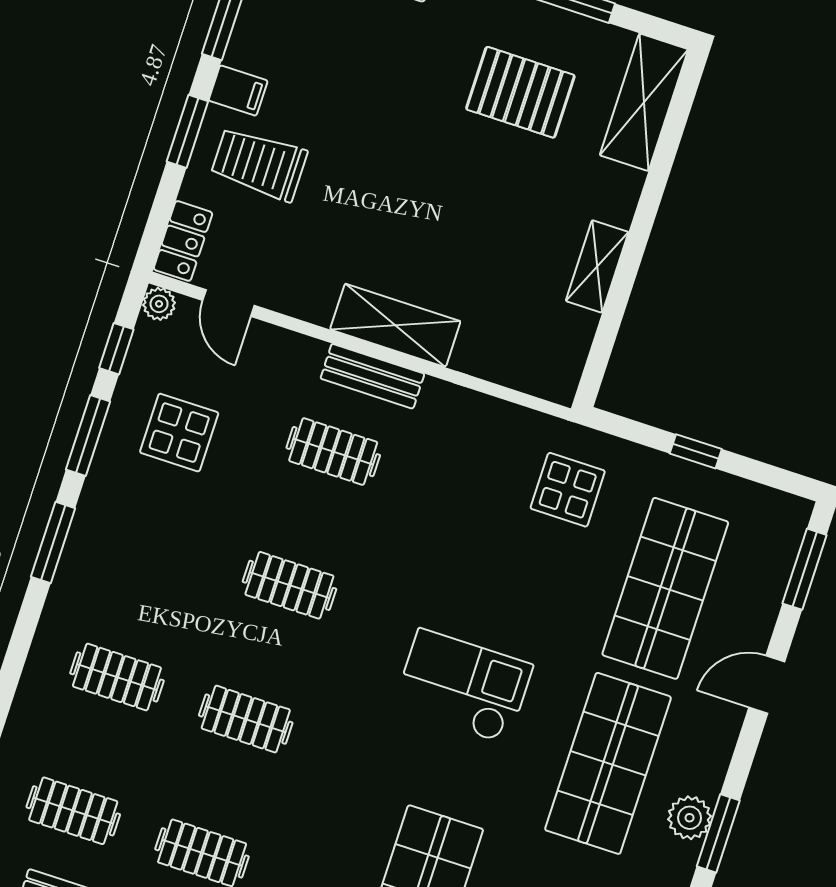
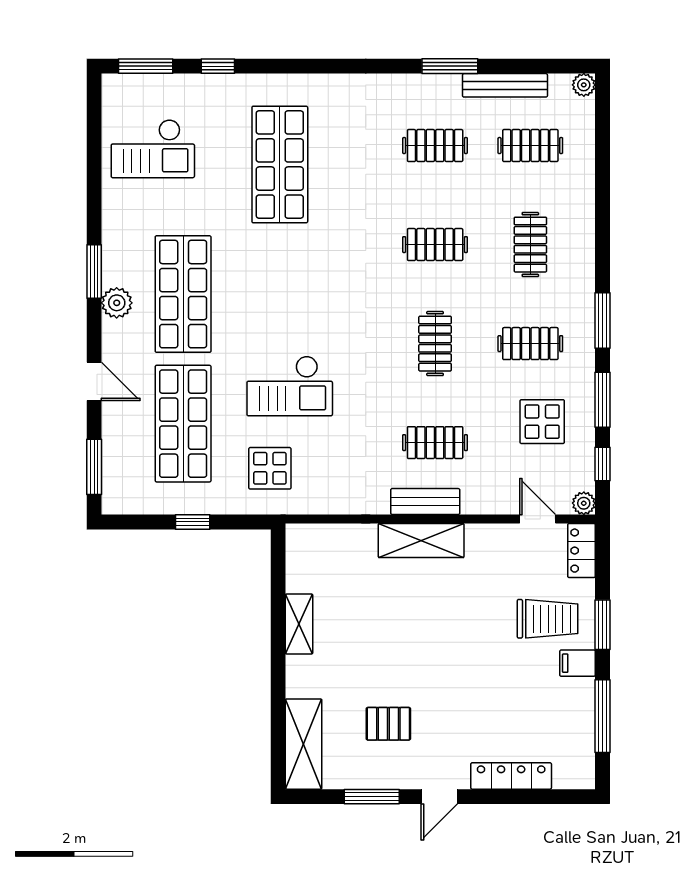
pallet: (520, 92) -> (388, 724), width x0.67, depth x0.71
clothes rail: (161, 543) -> (530, 344), added
clothes rail: (289, 585) -> (435, 344), turned 90
clothes rail: (117, 677) -> (530, 245), turned 90
door: (767, 685) -> (94, 381), hinge flipped
checkout: (463, 686) -> (290, 386), moved
plant: (690, 818) -> (117, 303), moved

